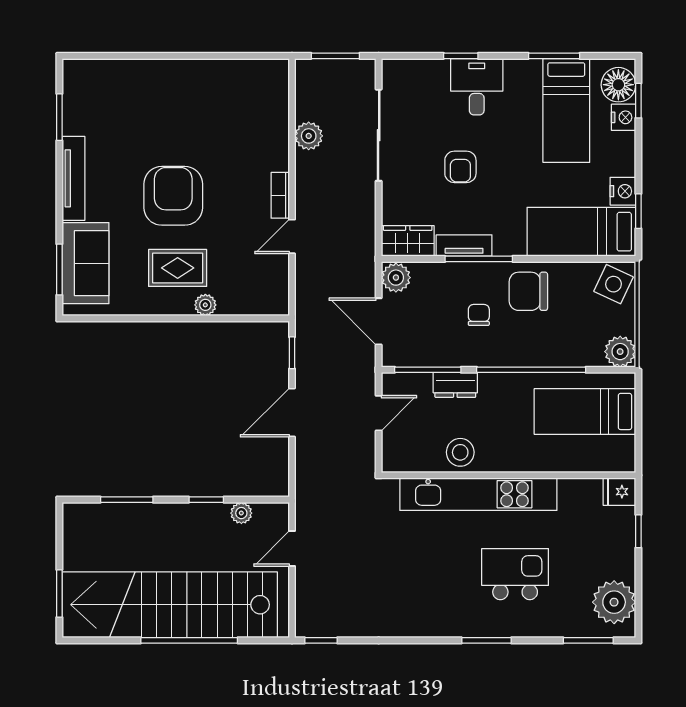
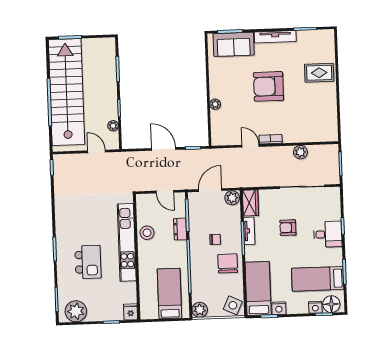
armchair: (173, 196) -> (268, 86), turned 180
rug: (178, 268) -> (319, 73), moved, turned 90

